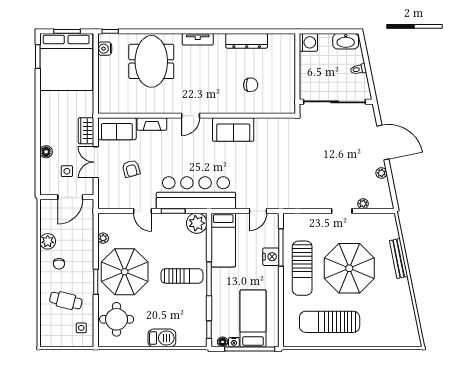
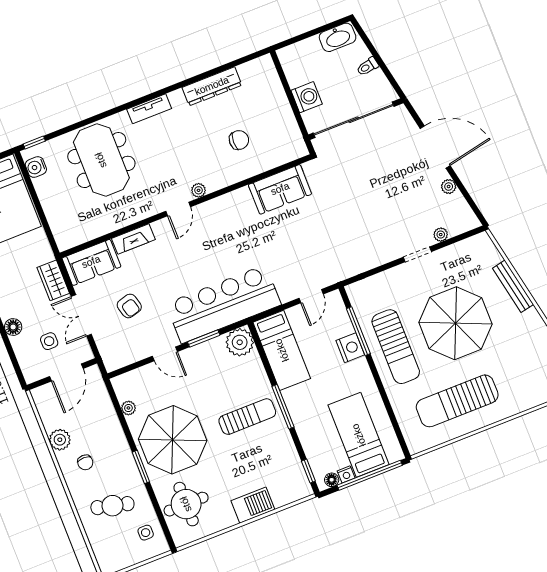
washing machine: (308, 42) -> (307, 97), moved
plant: (210, 108) -> (199, 190), added
sofa: (233, 130) -> (280, 189), moved

